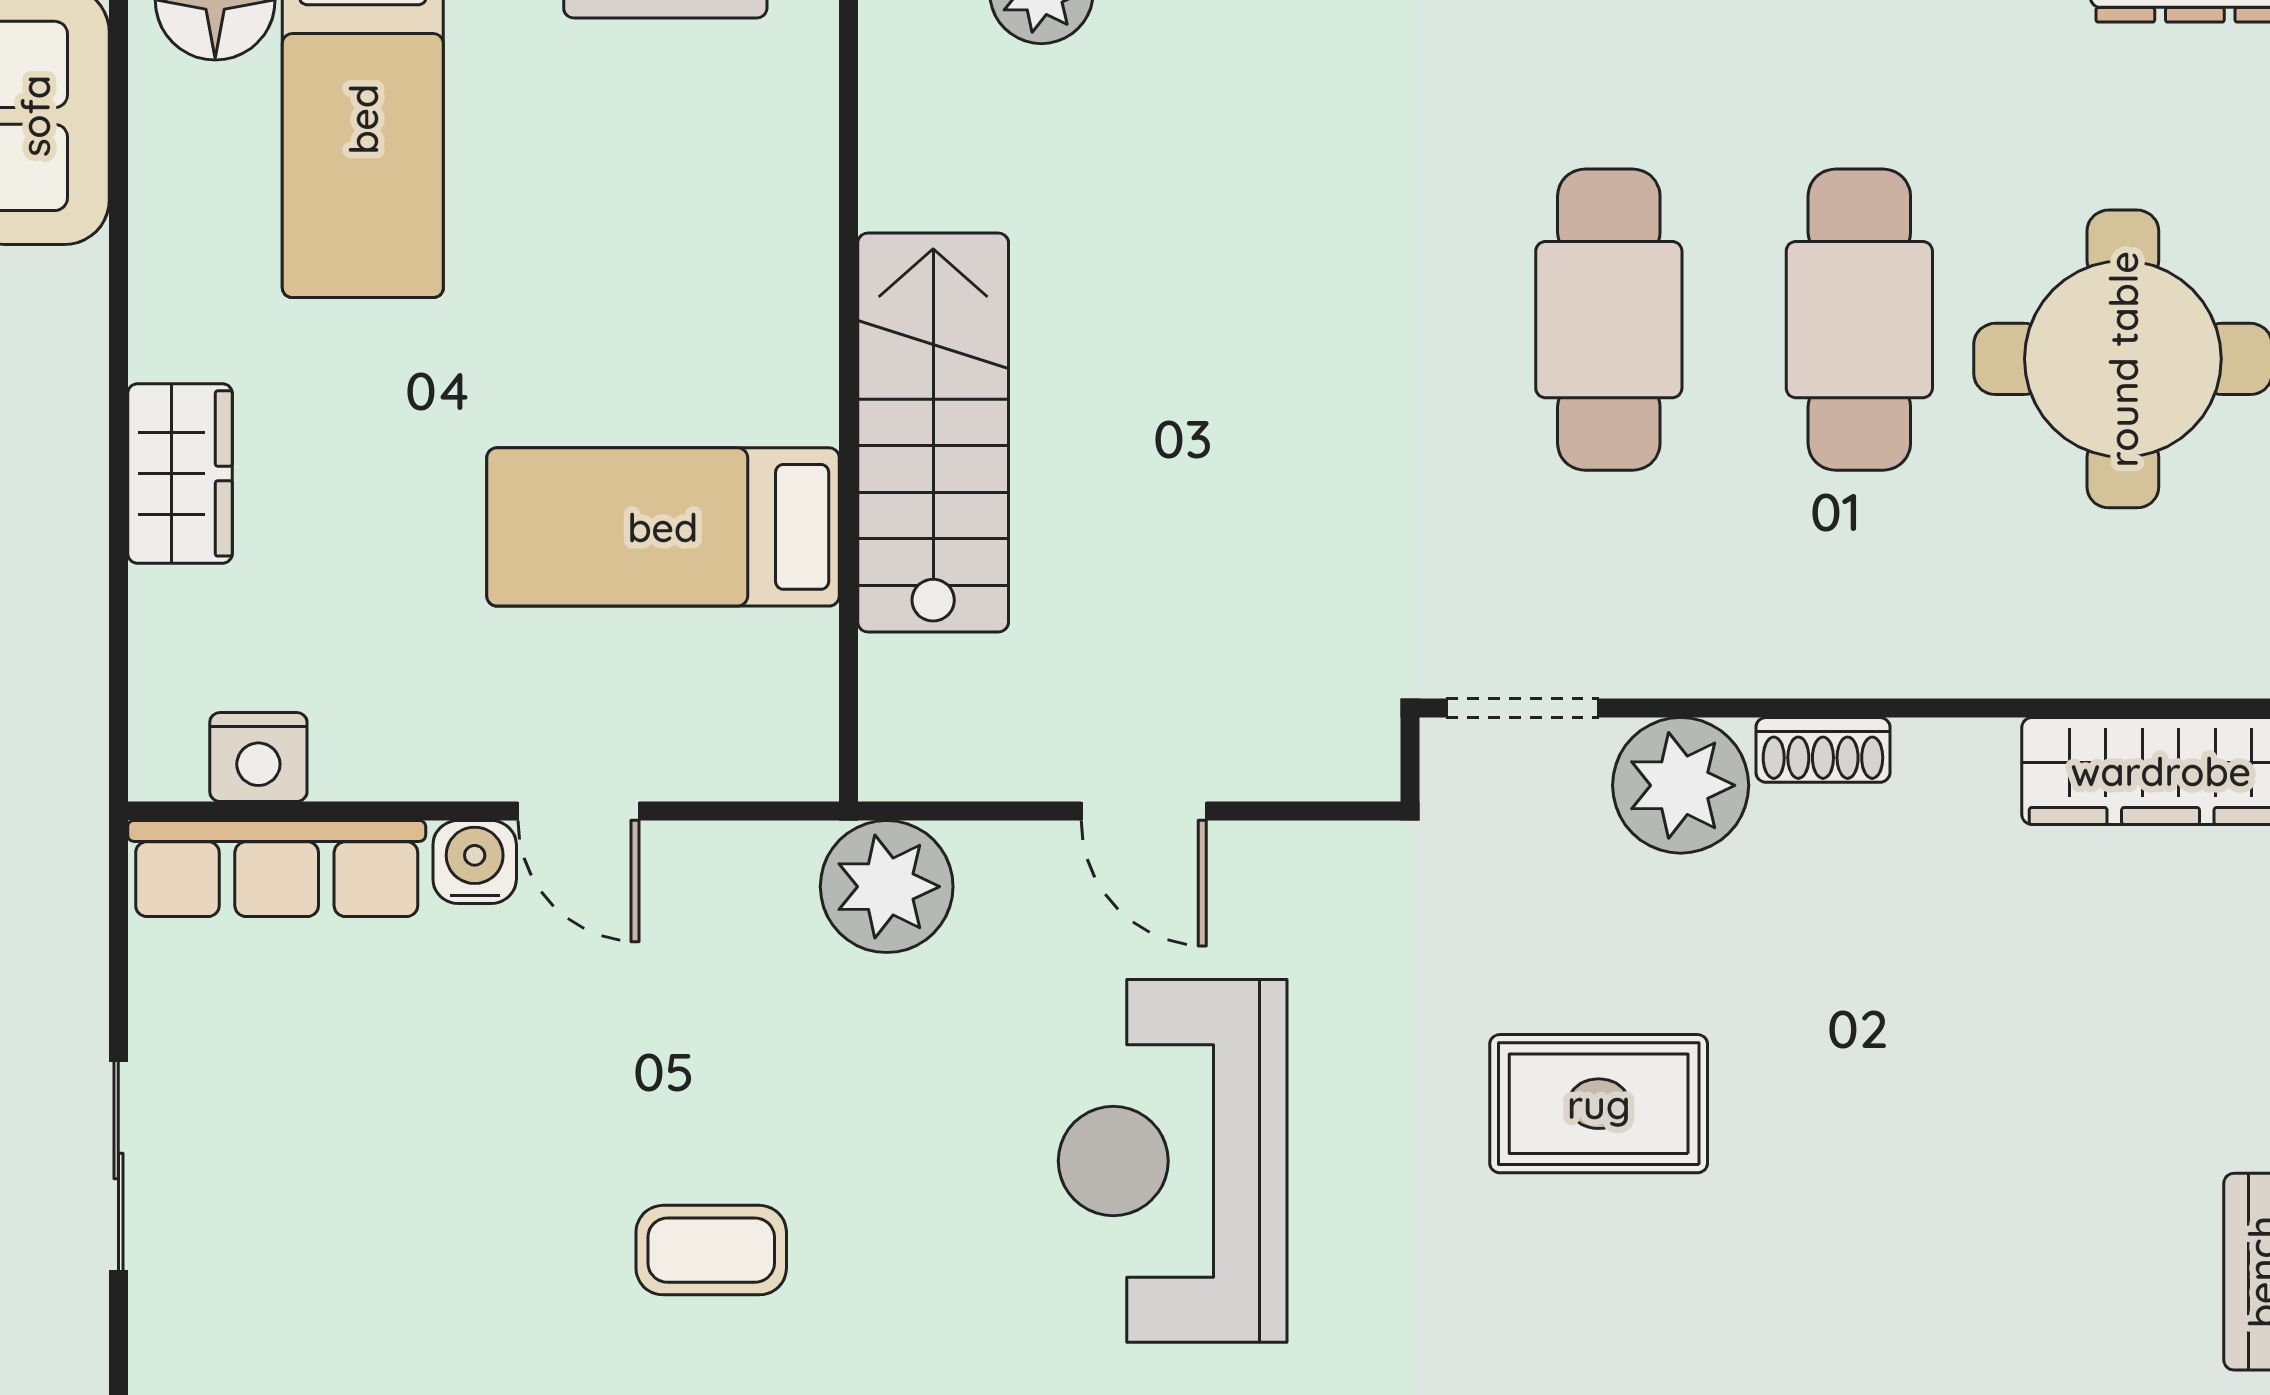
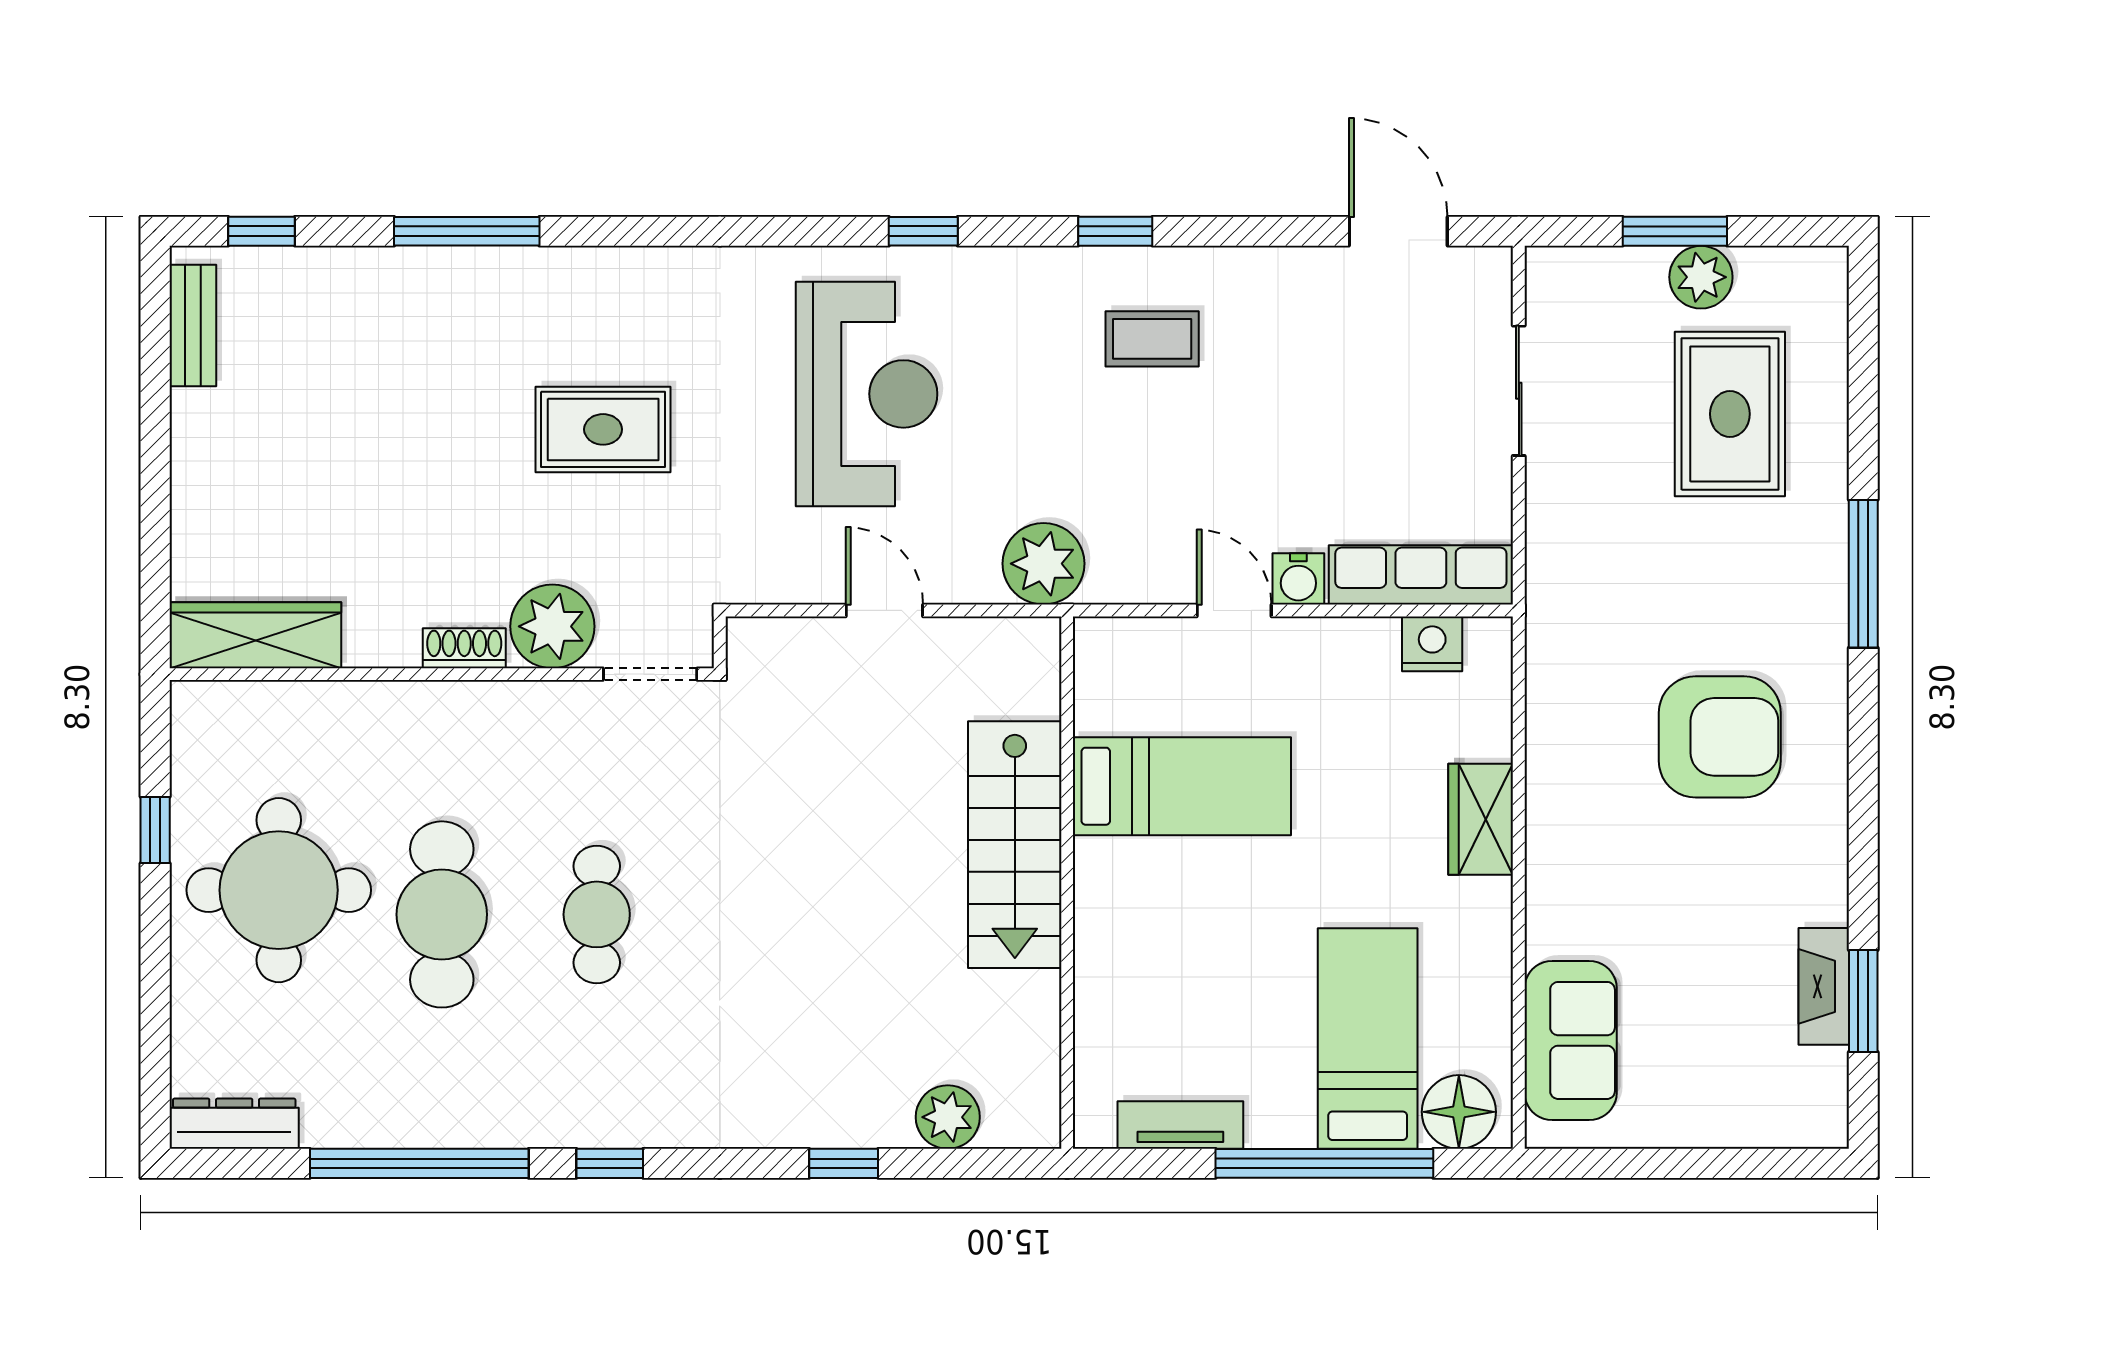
cafe table: (1609, 320) -> (597, 914), width x0.73, depth x0.74

